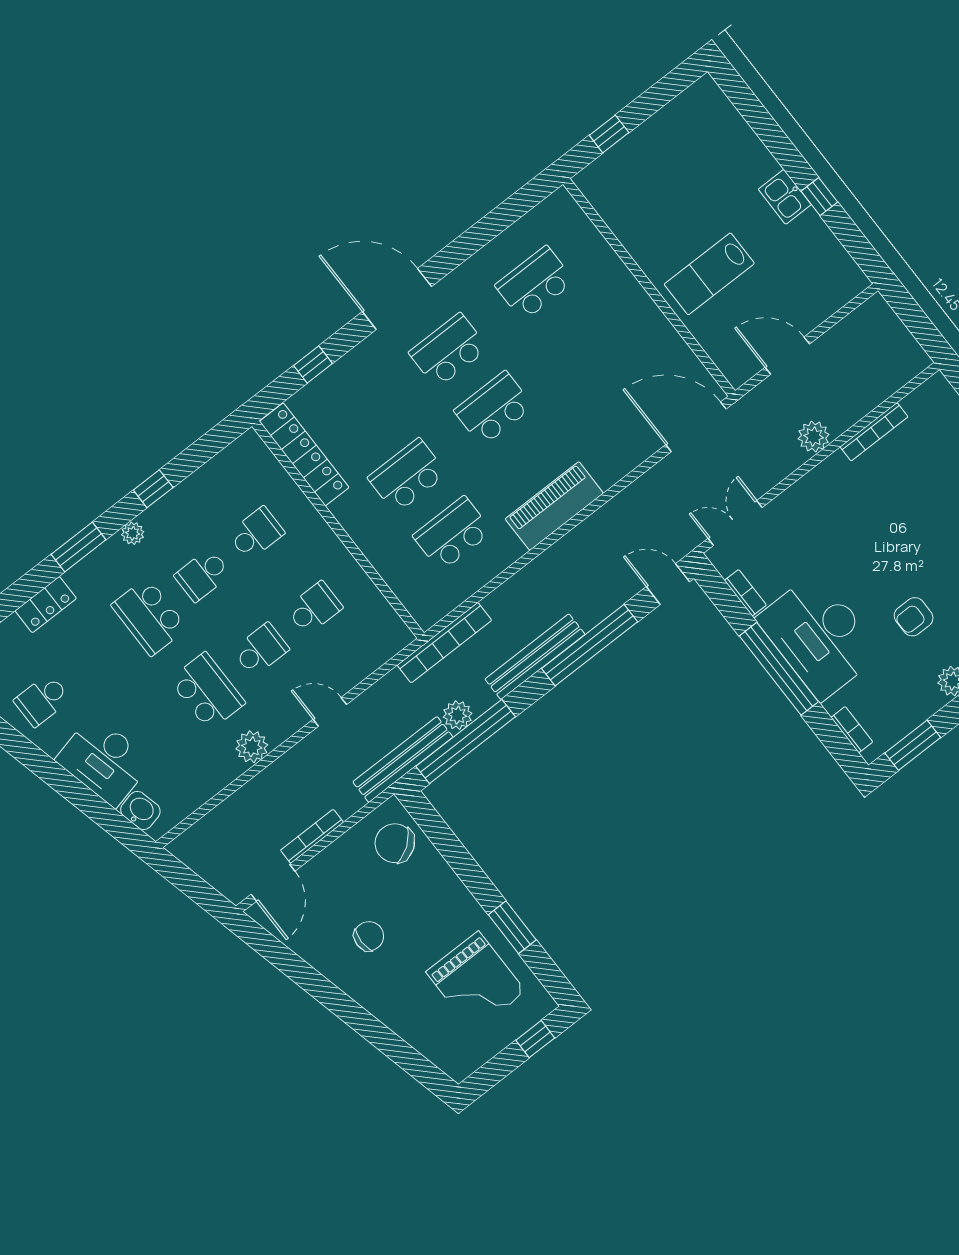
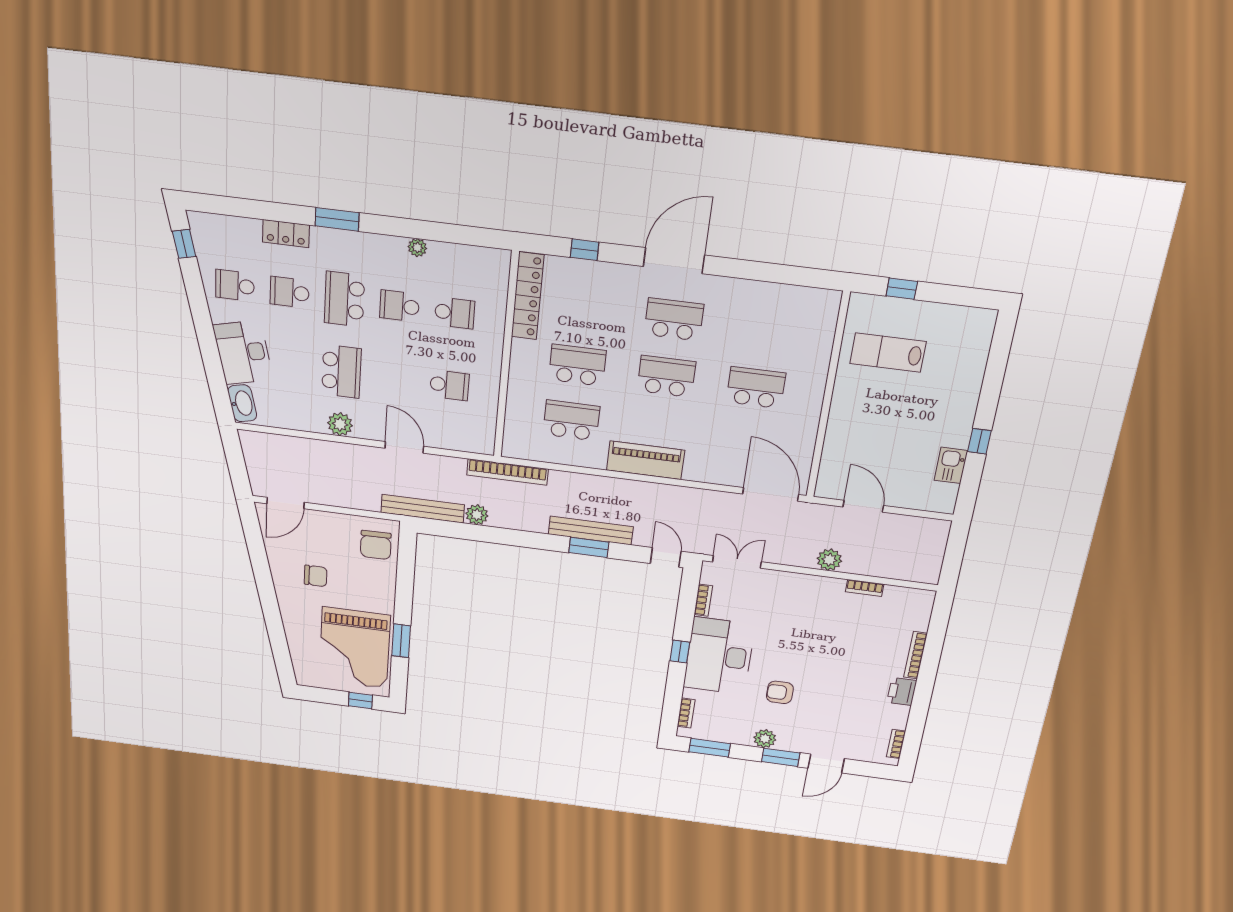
kitchen sink: (785, 197) -> (951, 465), moved
lab bench: (709, 274) -> (888, 353), moved
school desk: (535, 283) -> (756, 388), moved
door: (397, 299) -> (674, 261), hinge flipped
bookcase: (874, 432) -> (865, 588), width x0.64
window: (153, 489) -> (416, 229), removed
plant: (133, 533) -> (417, 248), moved
window: (590, 645) -> (589, 547), width x0.47
school desk: (261, 650) -> (290, 292), moved, turned 180
bench: (535, 657) -> (591, 531), moved
window: (779, 669) -> (680, 652), width x0.32
door: (330, 712) -> (404, 447), width x1.38
window: (466, 742) -> (468, 532), removed
washbasin: (140, 810) -> (242, 403), width x1.38
bookcase: (312, 836) -> (331, 500), removed
chair: (395, 843) -> (376, 545), turned -145
grand piano: (476, 982) -> (355, 648), width x1.37, depth x1.48

